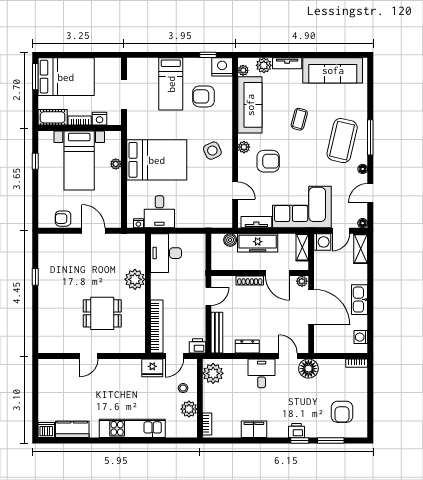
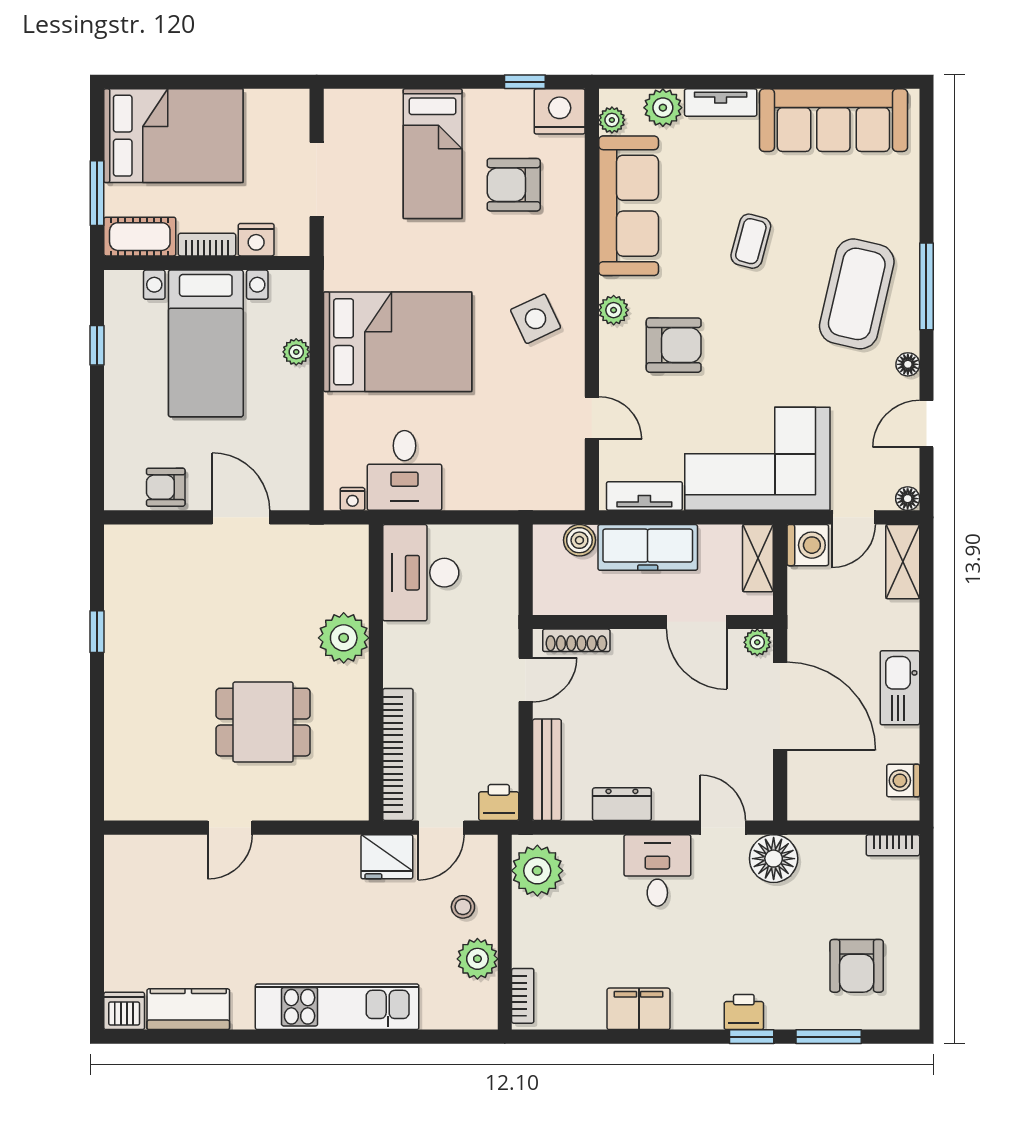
window: (35, 77) -> (97, 193), moved
shoe rack: (250, 280) -> (576, 640), moved

